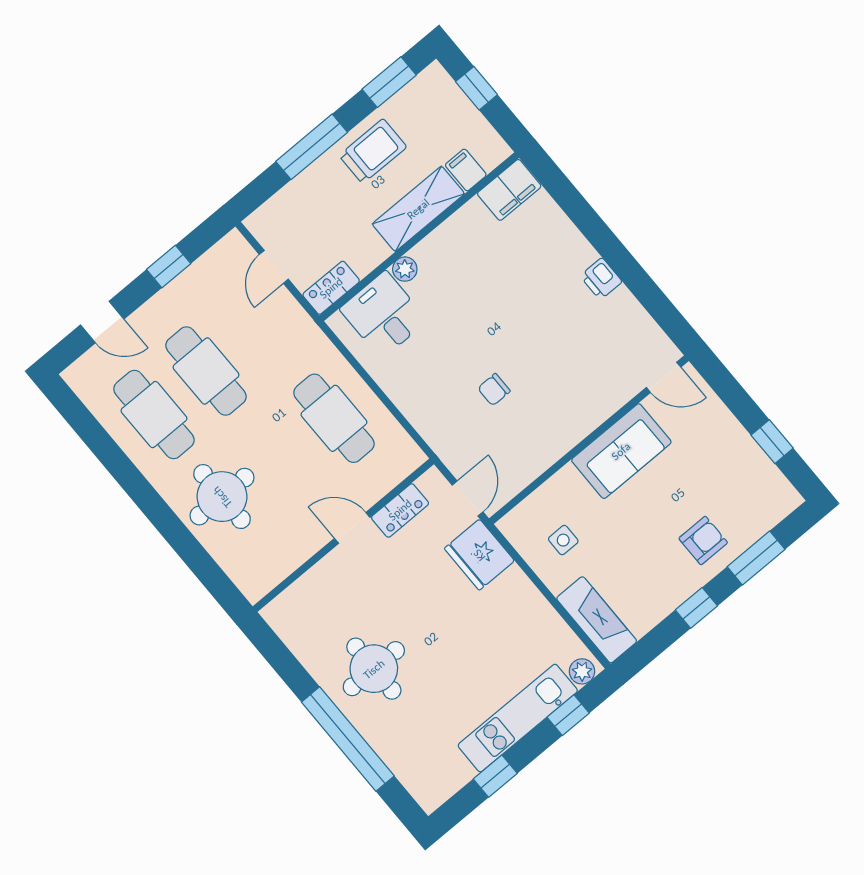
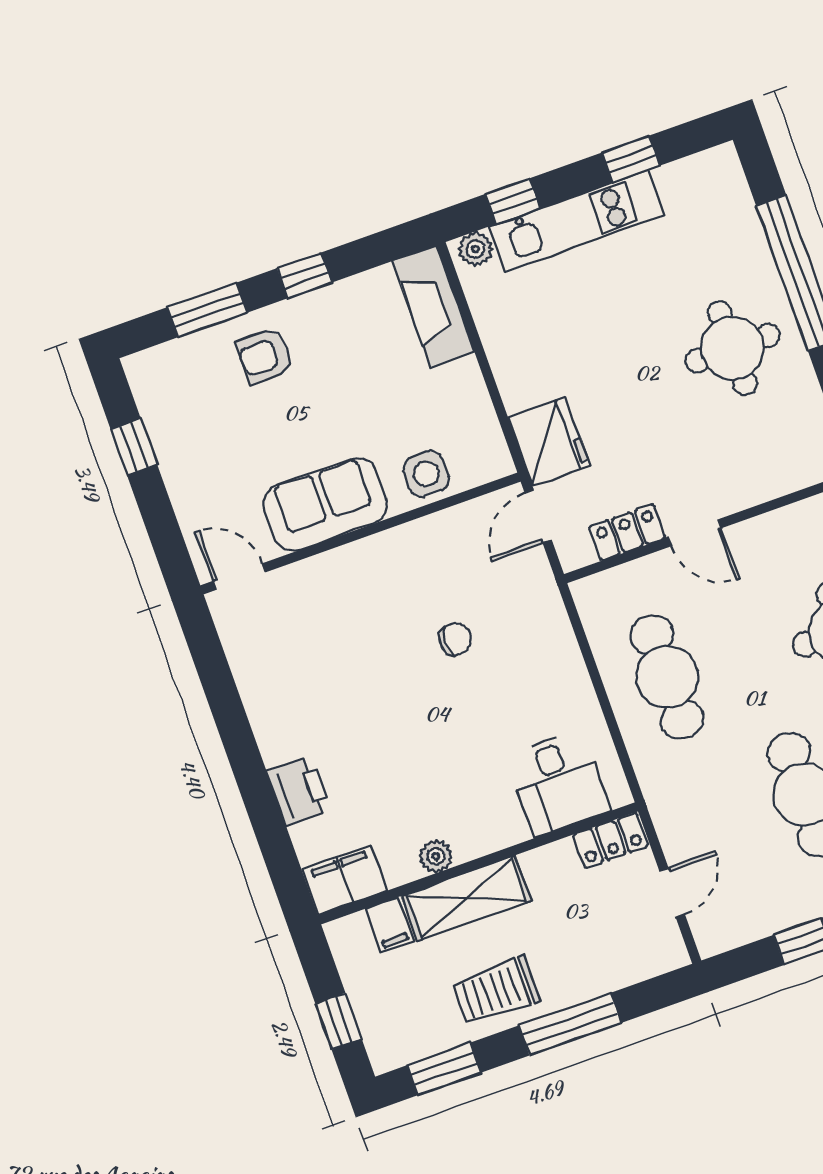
plant: (405, 269) -> (436, 856), moved
printer: (601, 279) -> (299, 791), moved, width x1.36, depth x1.24
side table: (563, 540) -> (426, 474), moved, width x1.37, depth x1.37

